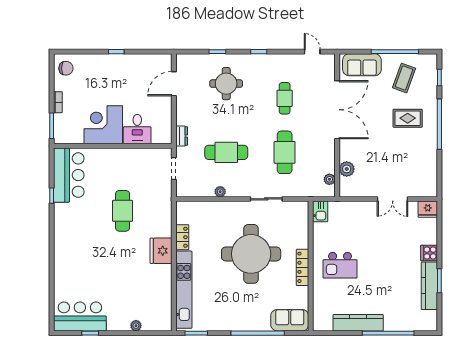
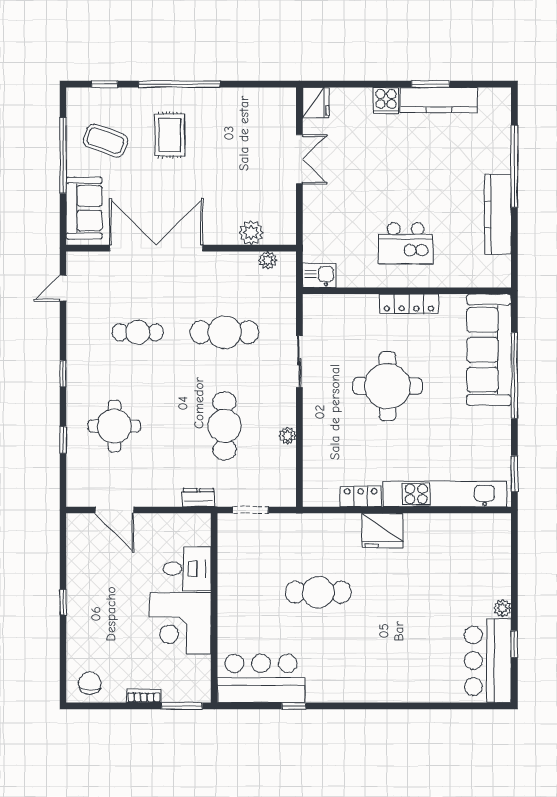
round table: (251, 254) -> (387, 386), width x0.73, depth x0.73
kitchen island: (340, 265) -> (406, 243), turned 90
sofa: (290, 320) -> (489, 350), width x1.85, depth x1.27
plant: (136, 326) -> (502, 608), moved

